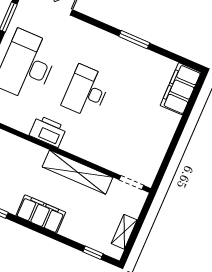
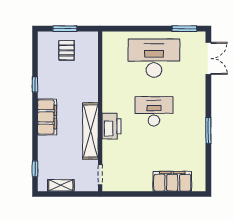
filing cabinet: (181, 89) -> (172, 181), moved
printer: (48, 131) -> (112, 126), moved

